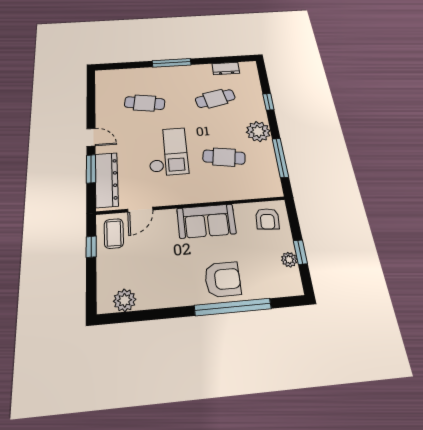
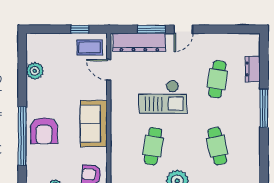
dresser: (226, 68) -> (253, 69), moved
plant: (125, 300) -> (35, 71), moved

